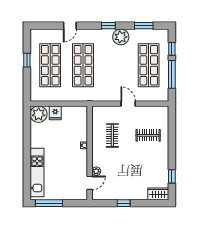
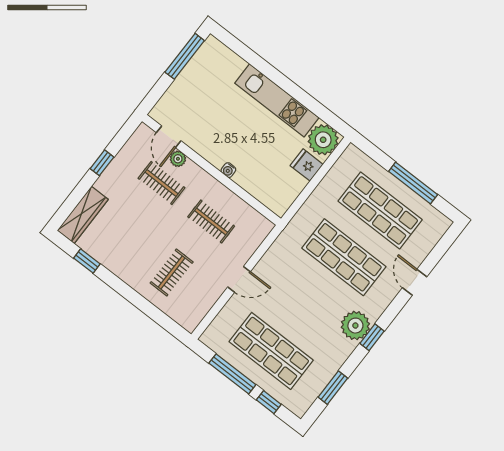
plant: (121, 37) -> (355, 326), moved
window: (27, 60) -> (413, 183), width x2.17
clothes rail: (112, 170) -> (162, 183), added
kitchen unit: (37, 172) -> (277, 100), moved
wardrobe: (158, 194) -> (83, 215), width x1.50

